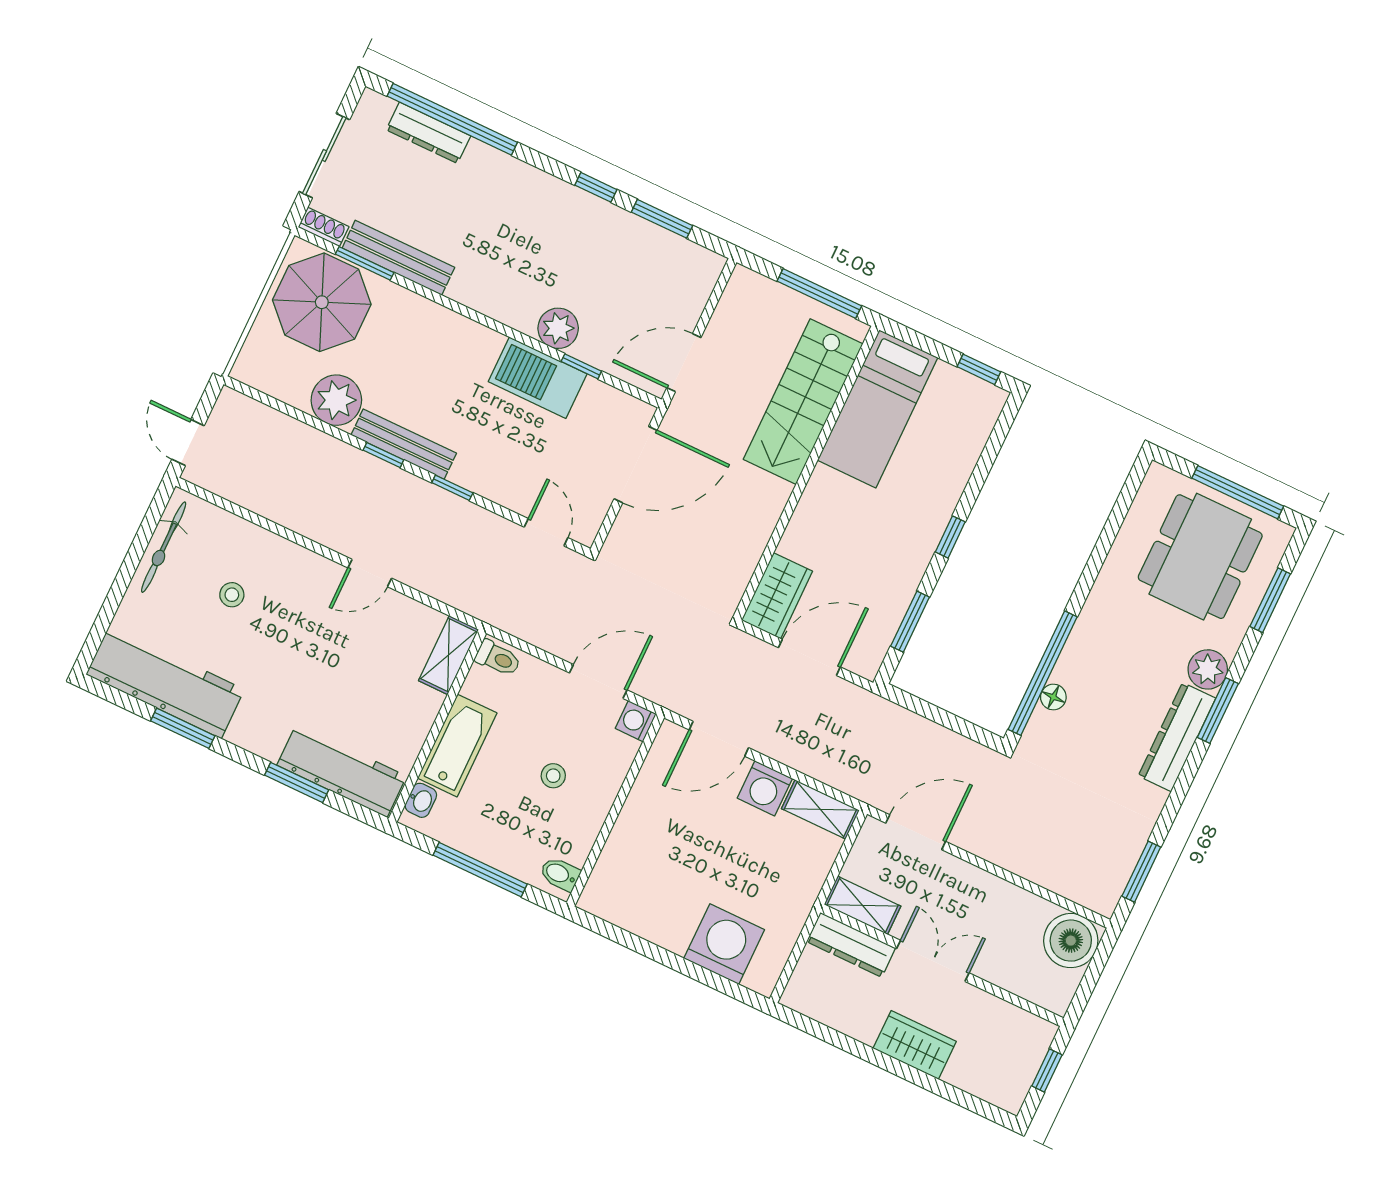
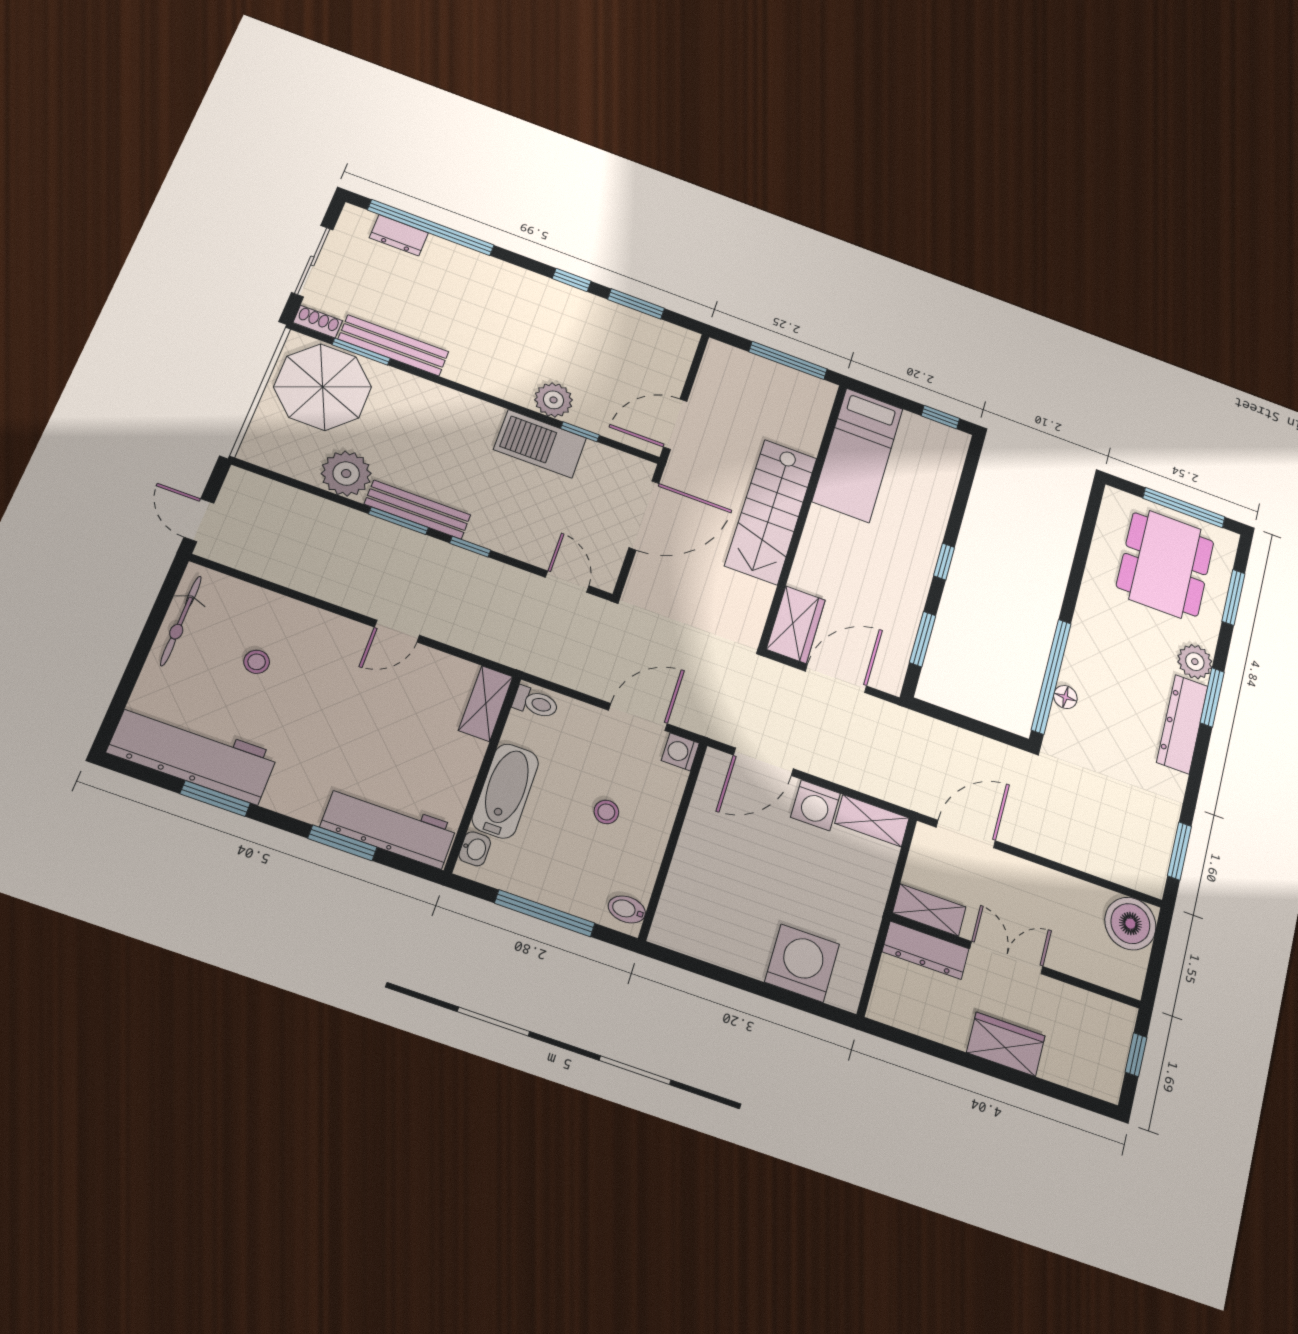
dresser: (428, 133) -> (399, 235), width x0.70
stairs: (803, 402) -> (771, 512), moved
window: (383, 455) -> (398, 521), width x1.50

